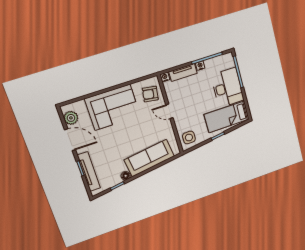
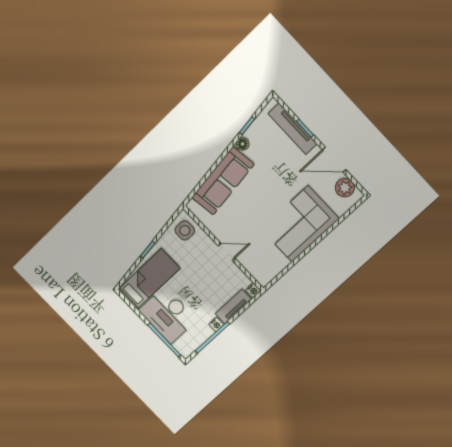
armchair: (150, 94) -> (261, 262), removed

